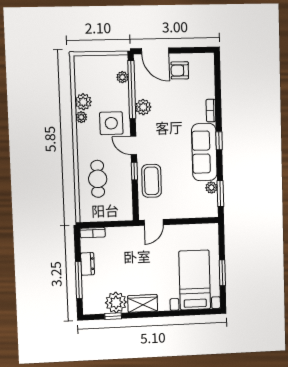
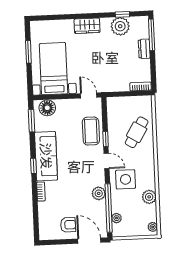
plant: (81, 117) -> (153, 227), moved
cafe table: (98, 179) -> (137, 132), turned 31
plant: (211, 188) -> (39, 126), removed
floor lamp: (202, 208) -> (47, 108), added
door: (154, 222) -> (89, 95), hinge flipped
dresser: (88, 264) -> (144, 49), moved
window: (79, 280) -> (152, 35), moved
bed with nightstands: (195, 280) -> (54, 69), moved, turned 180
wardrobe: (143, 303) -> (87, 26), moved

